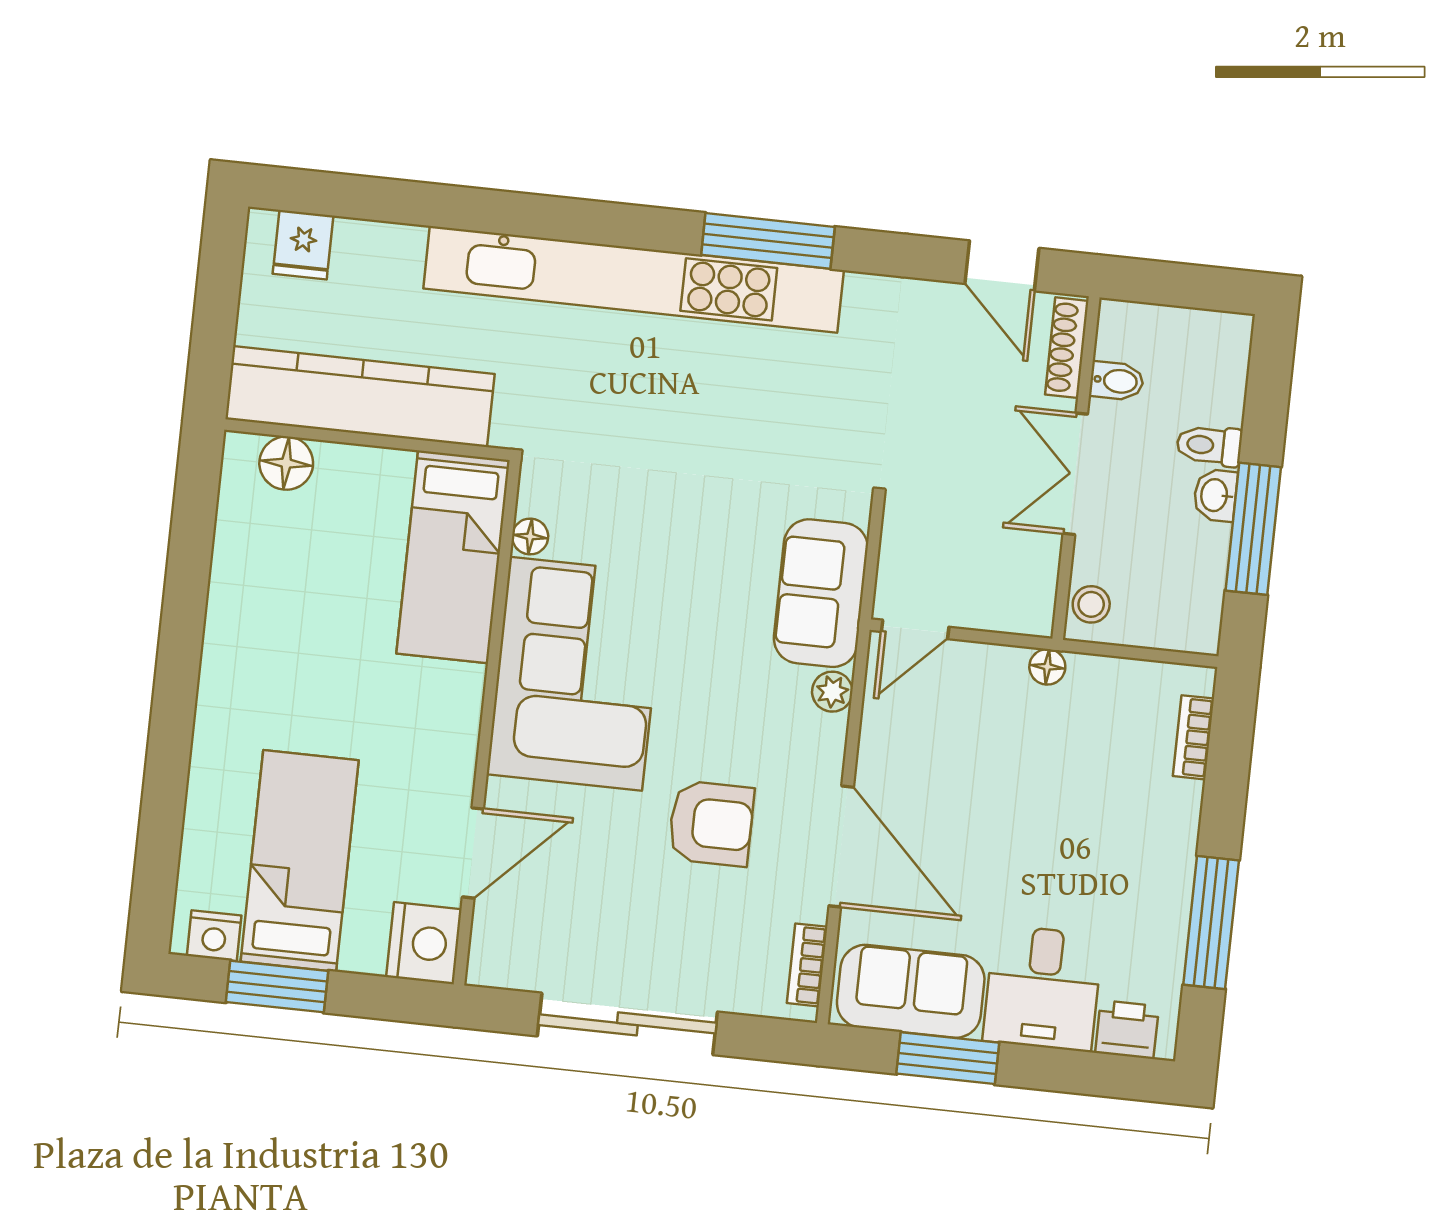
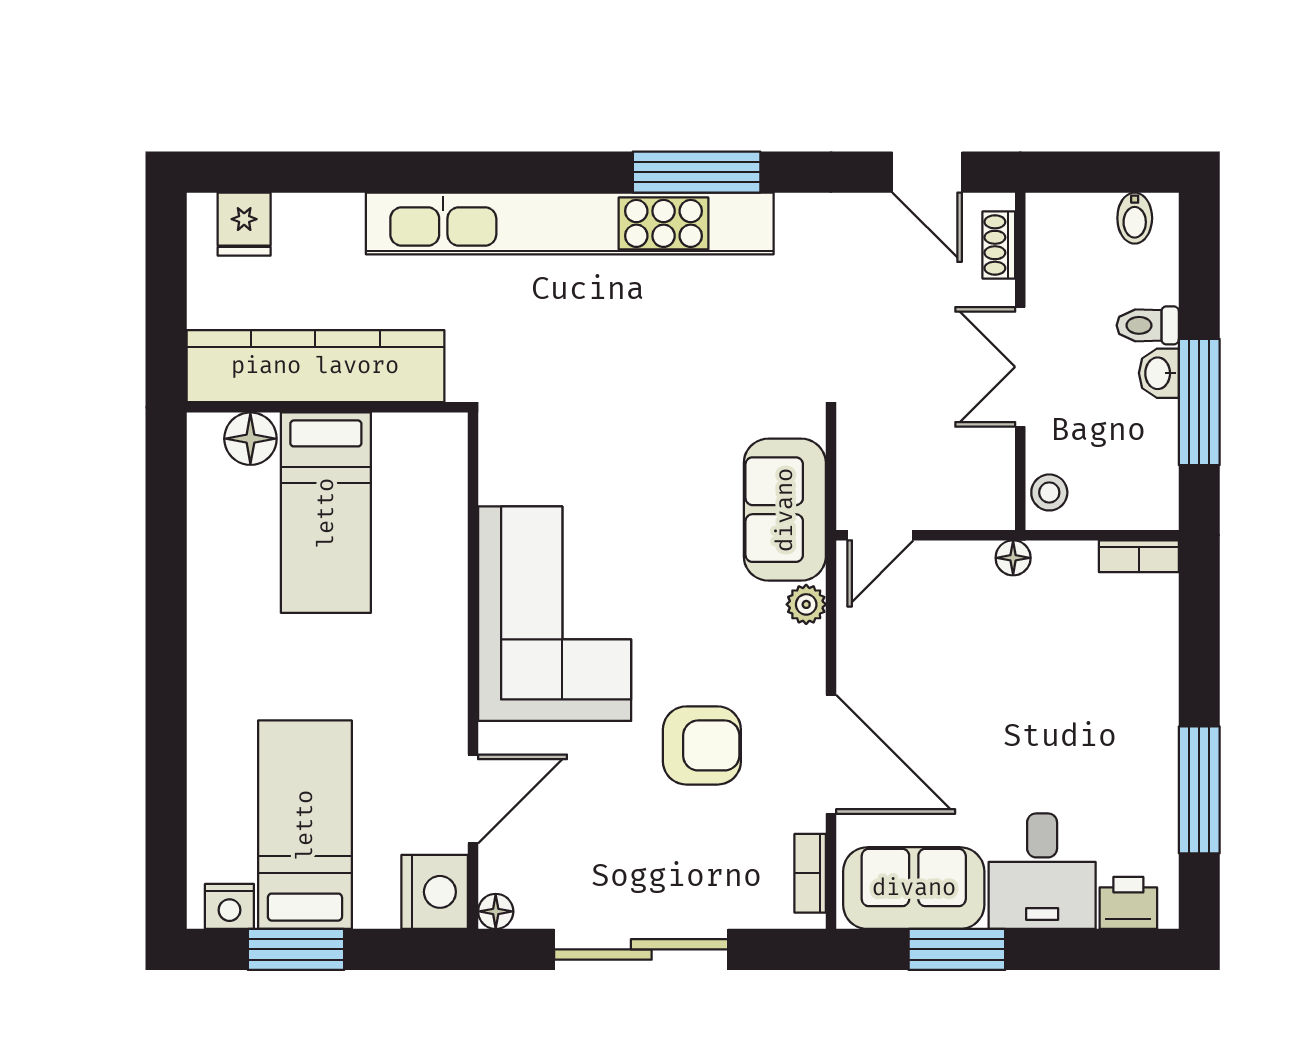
shoe rack: (1067, 348) -> (999, 245), width x0.70
bidet: (1117, 381) -> (1135, 218), moved, turned 90
floor lamp: (530, 536) -> (496, 911), moved
bed: (453, 557) -> (326, 513), moved
bookcase: (1194, 737) -> (1139, 556), moved, turned -90

